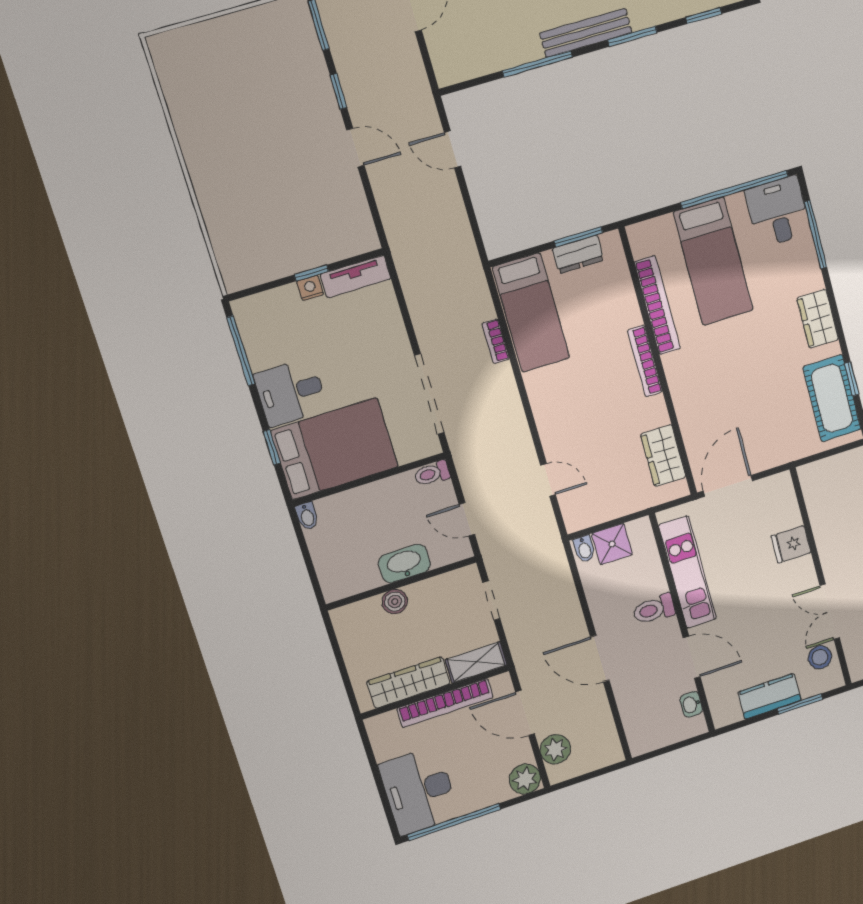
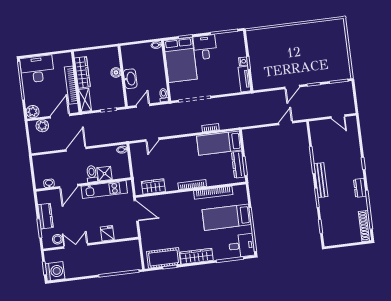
dresser: (578, 254) -> (238, 165), width x1.44
wardrobe: (818, 319) -> (197, 256), width x1.50
shower: (612, 544) -> (104, 174), moved

